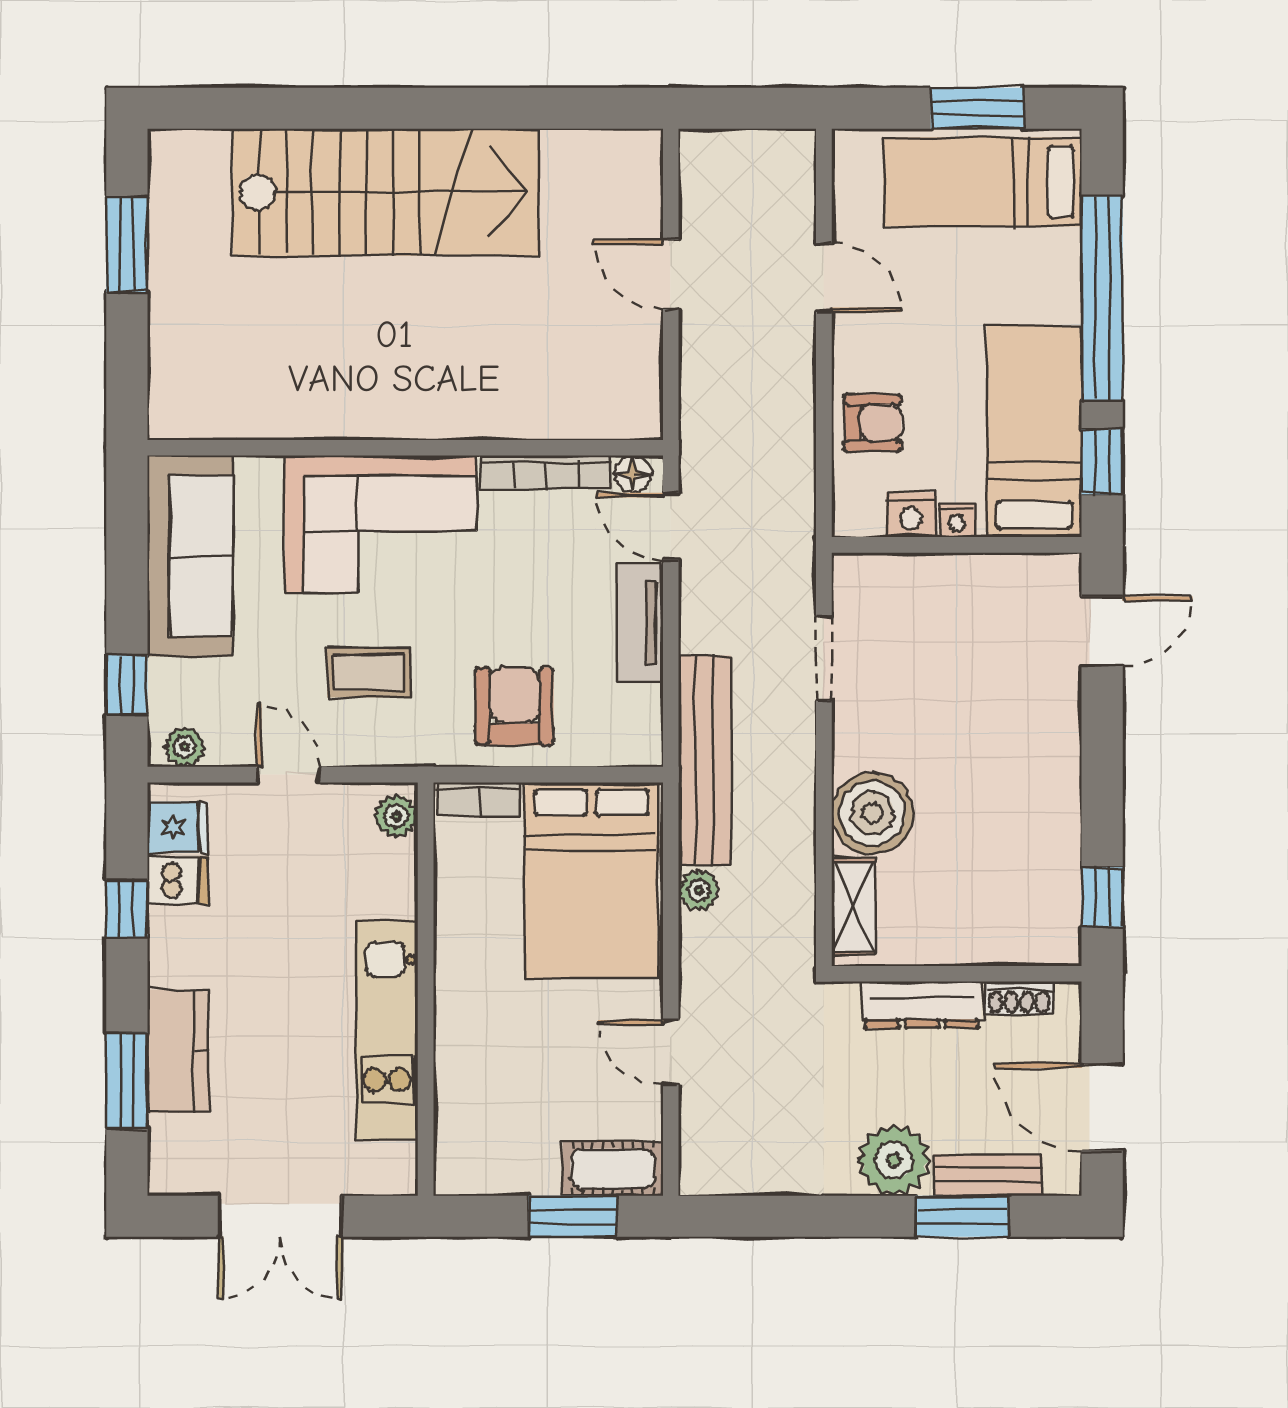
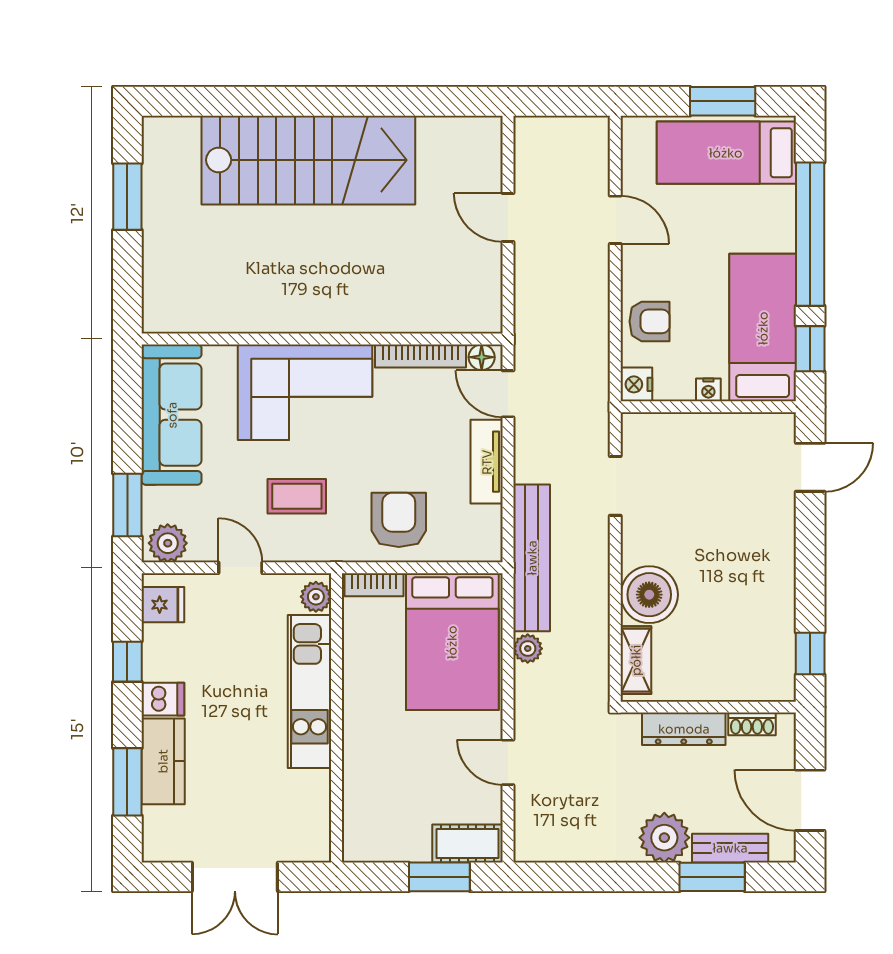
nightstand: (911, 515) -> (636, 384), moved, turned 90
window: (127, 685) -> (127, 505), width x1.50
plant: (185, 747) -> (168, 543), width x1.38, depth x1.38
dishwasher: (178, 880) -> (163, 699), moved
kitchen unit: (387, 1029) -> (310, 691), moved

